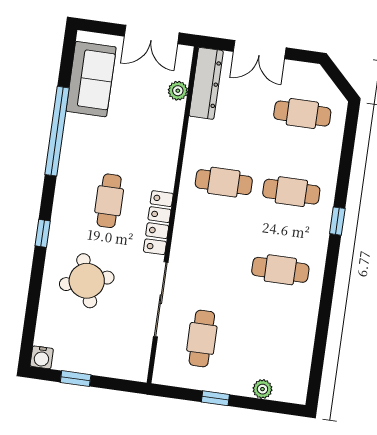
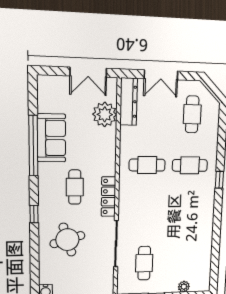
sofa: (91, 79) -> (51, 138), moved
plant: (178, 91) -> (105, 114), width x1.87, depth x1.87
cafe table: (302, 114) -> (192, 114), turned 90
cafe table: (280, 270) -> (188, 215), removed

